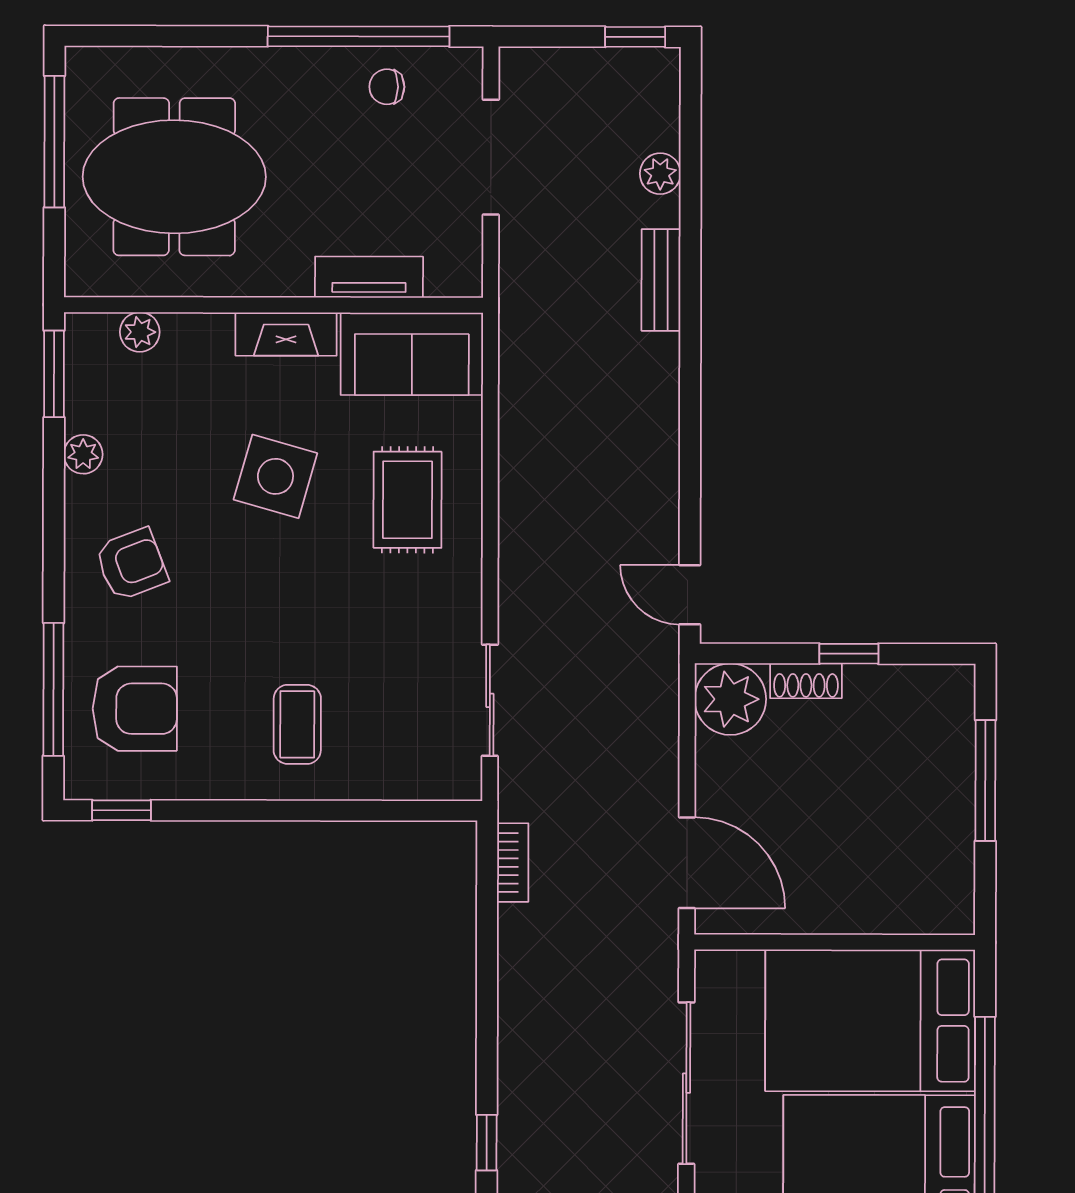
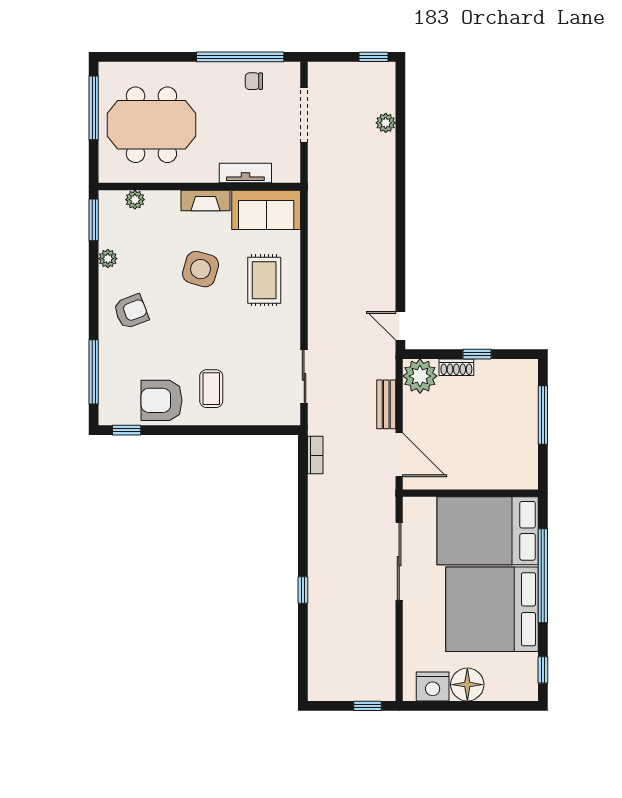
bench: (661, 280) -> (386, 404), moved
armchair: (135, 709) -> (162, 400), moved, turned 180

